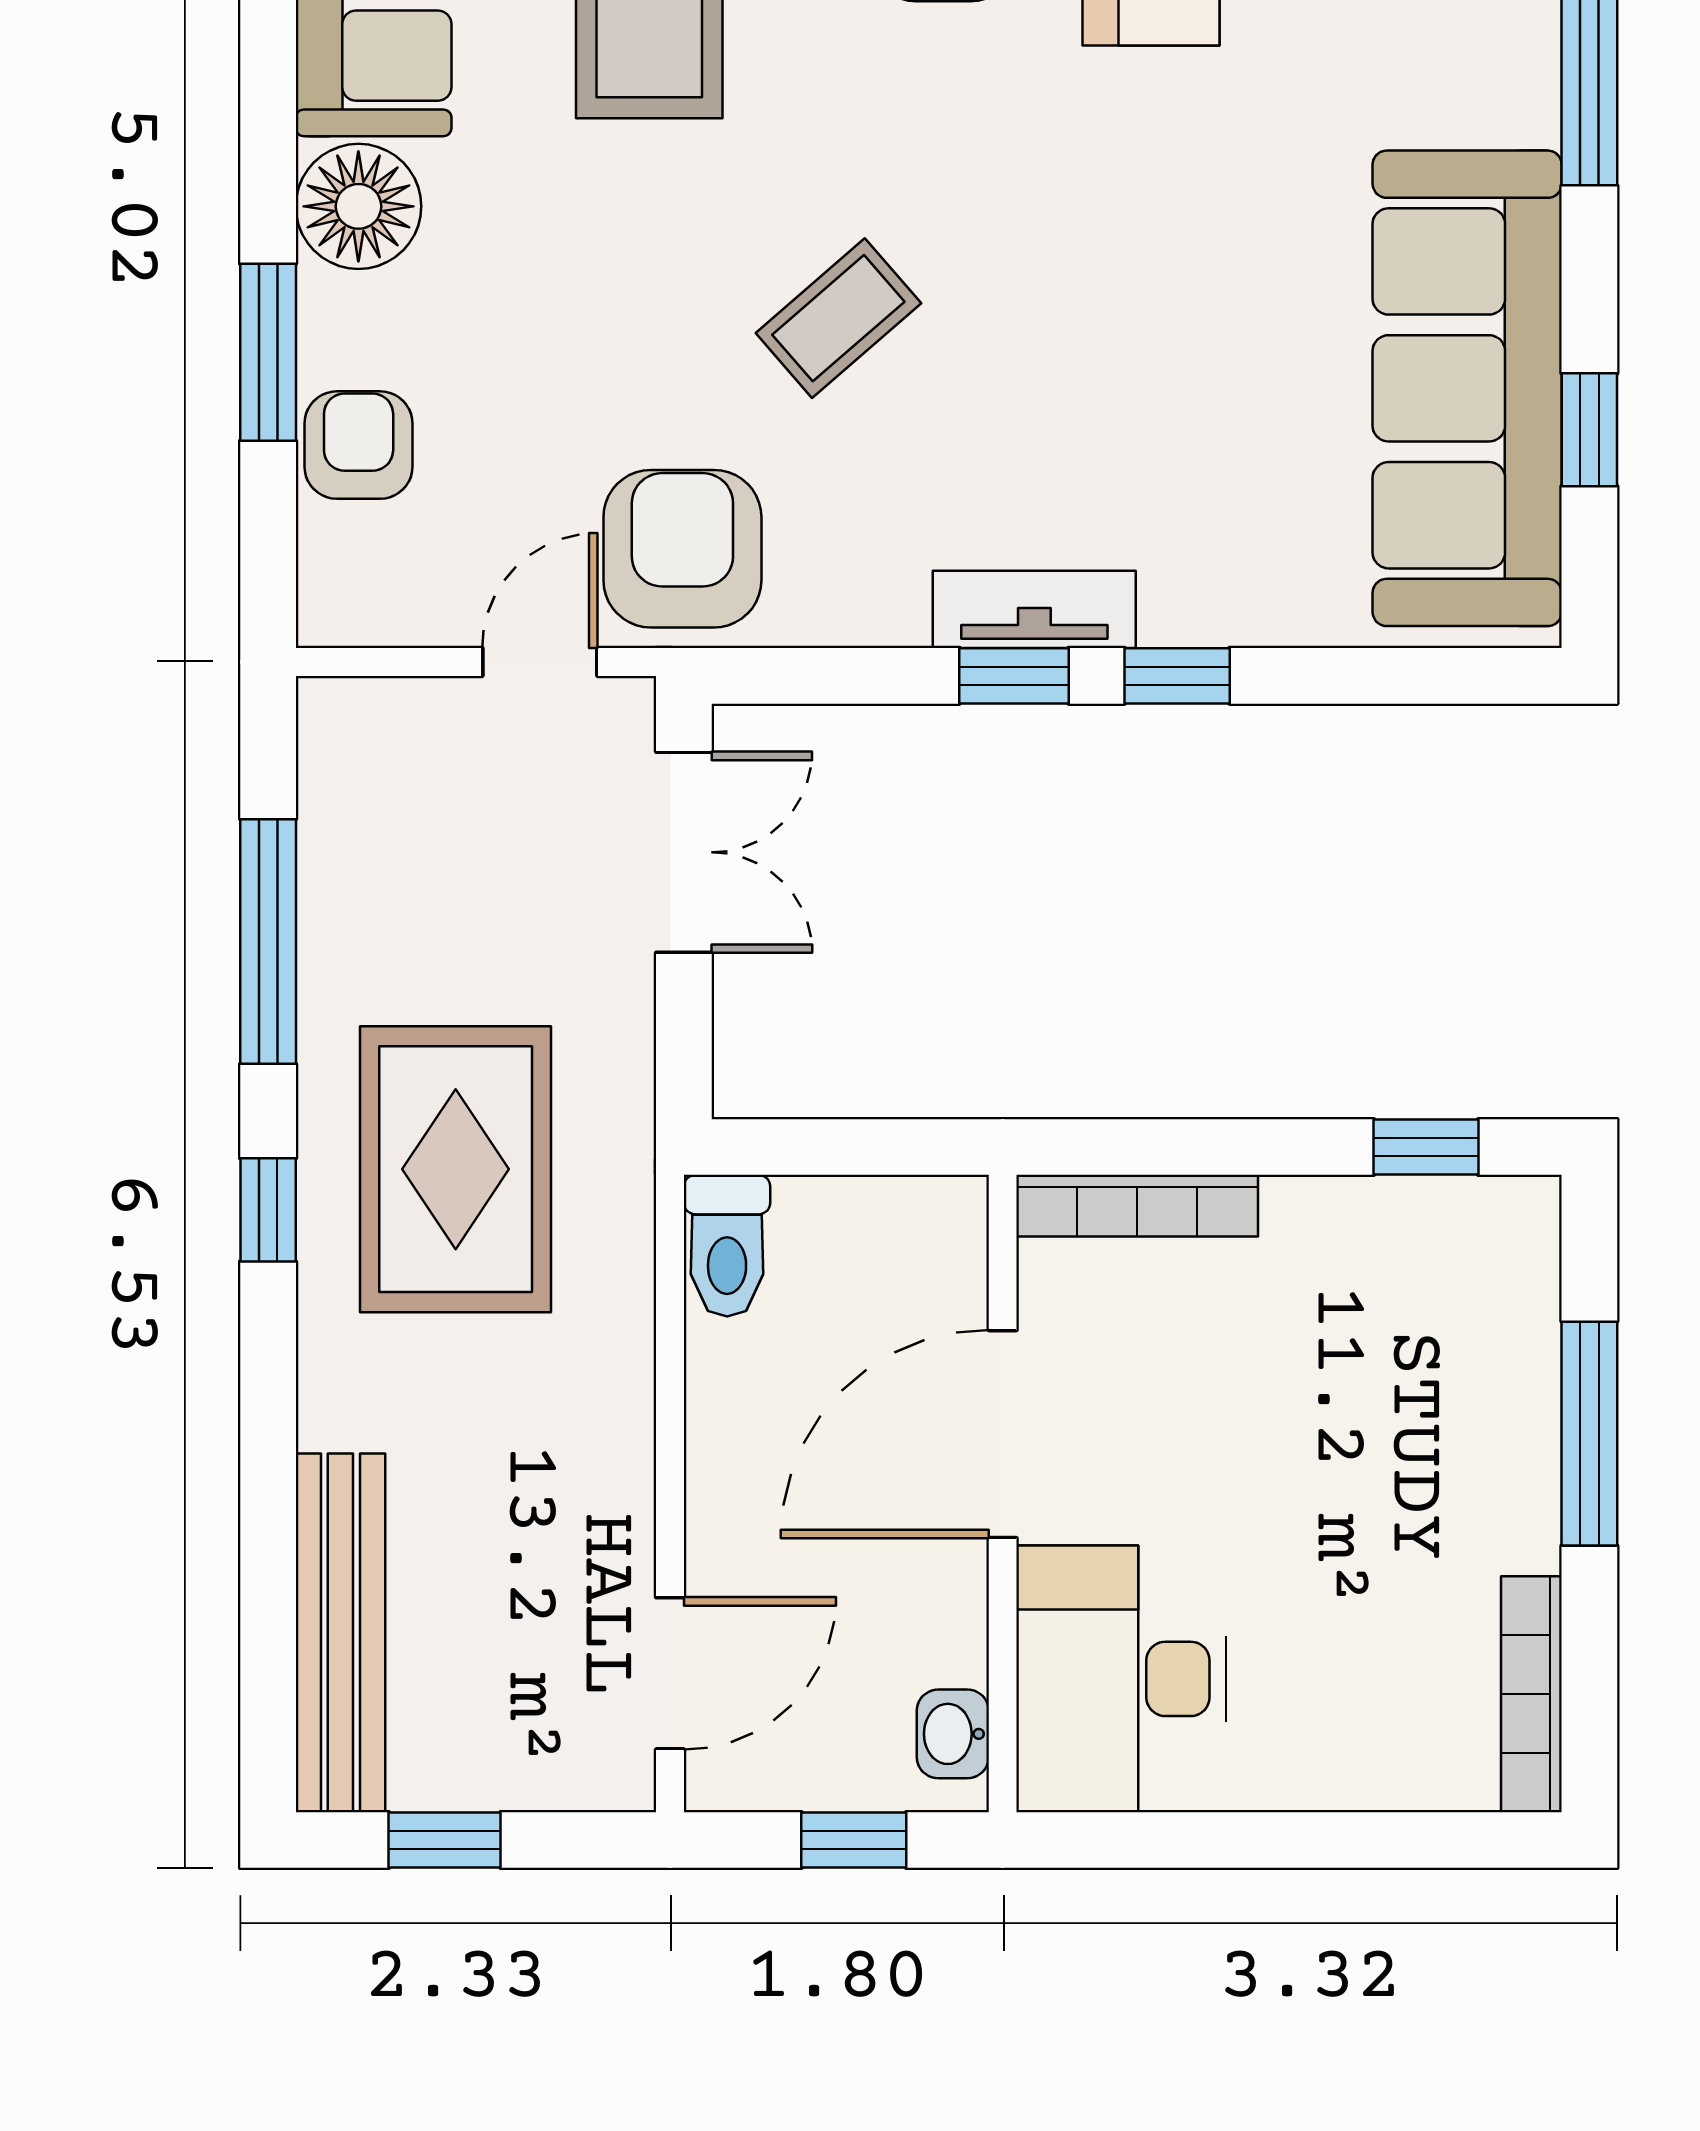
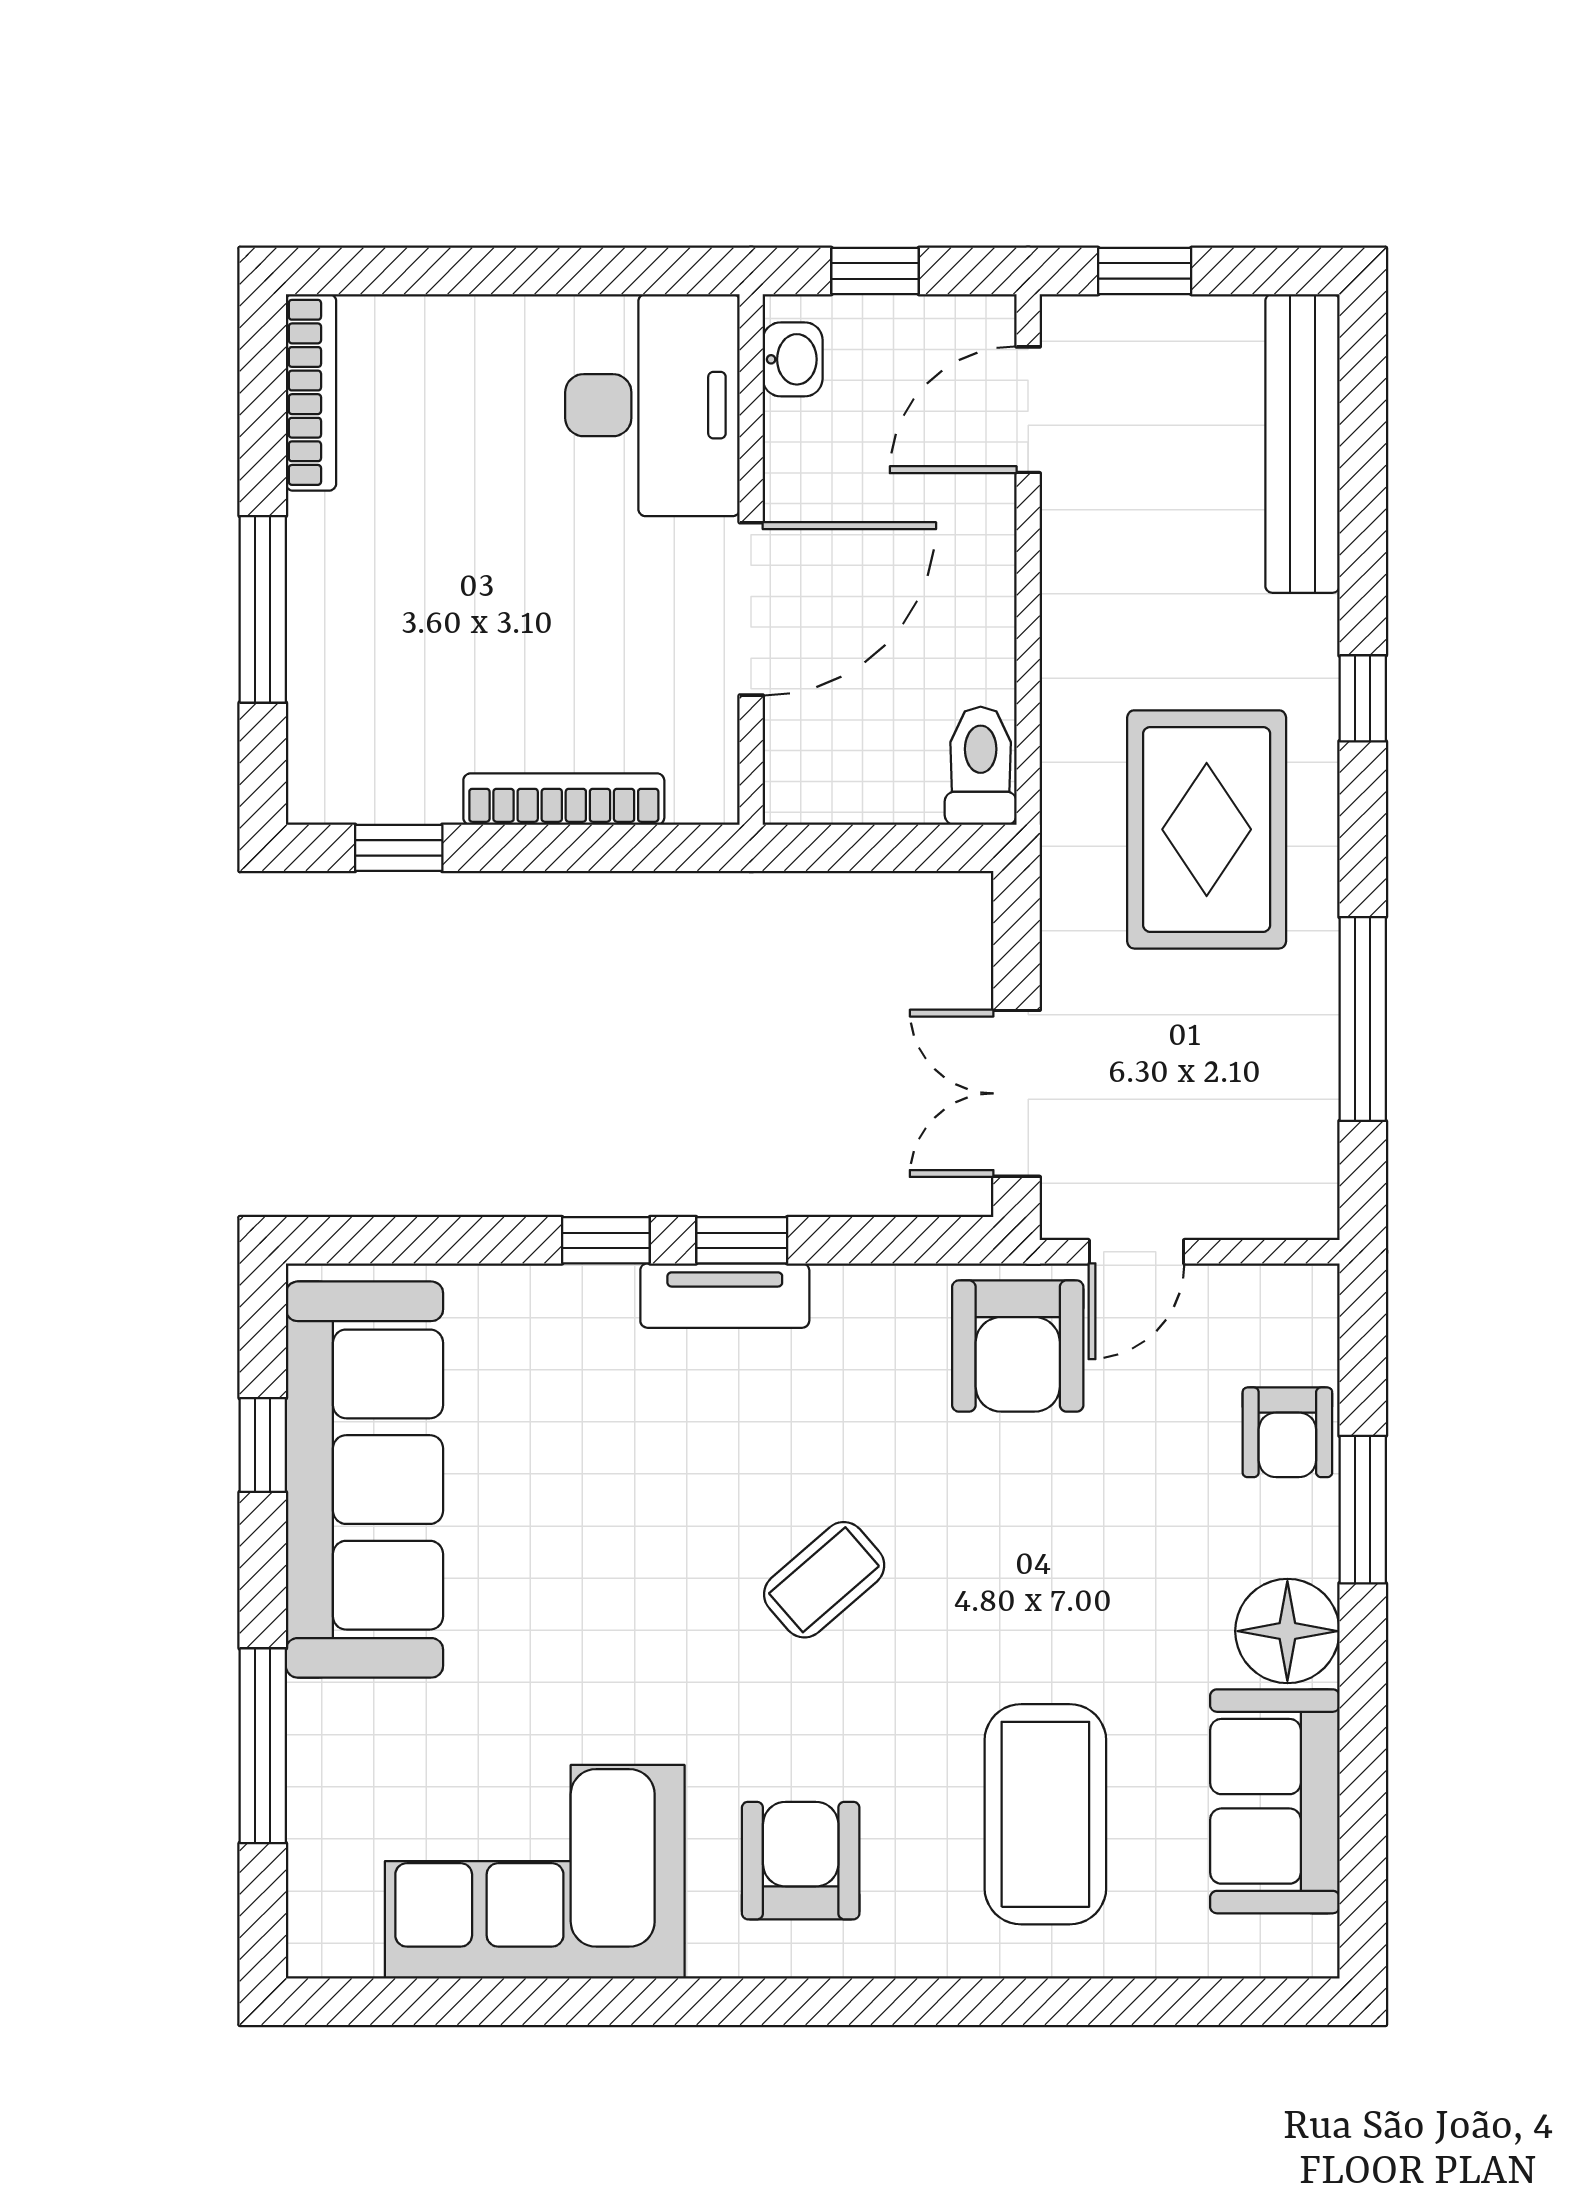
coffee table: (838, 318) -> (824, 1580), moved
bookcase: (1137, 1206) -> (564, 799), moved
window: (268, 1210) -> (1363, 698), moved
window: (445, 1840) -> (1145, 271), moved

